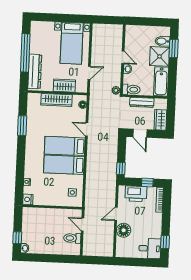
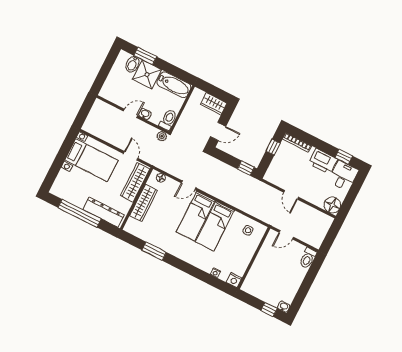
wardrobe: (64, 86) -> (135, 182), width x1.50
dresser: (142, 102) -> (187, 115), removed
printer: (136, 194) -> (323, 161), moved, turned 90
floor lamp: (124, 230) -> (332, 205), moved
toilet: (72, 238) -> (308, 258), moved

